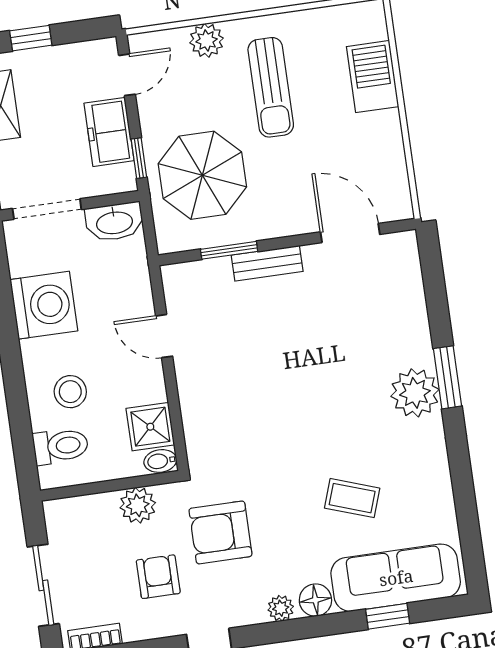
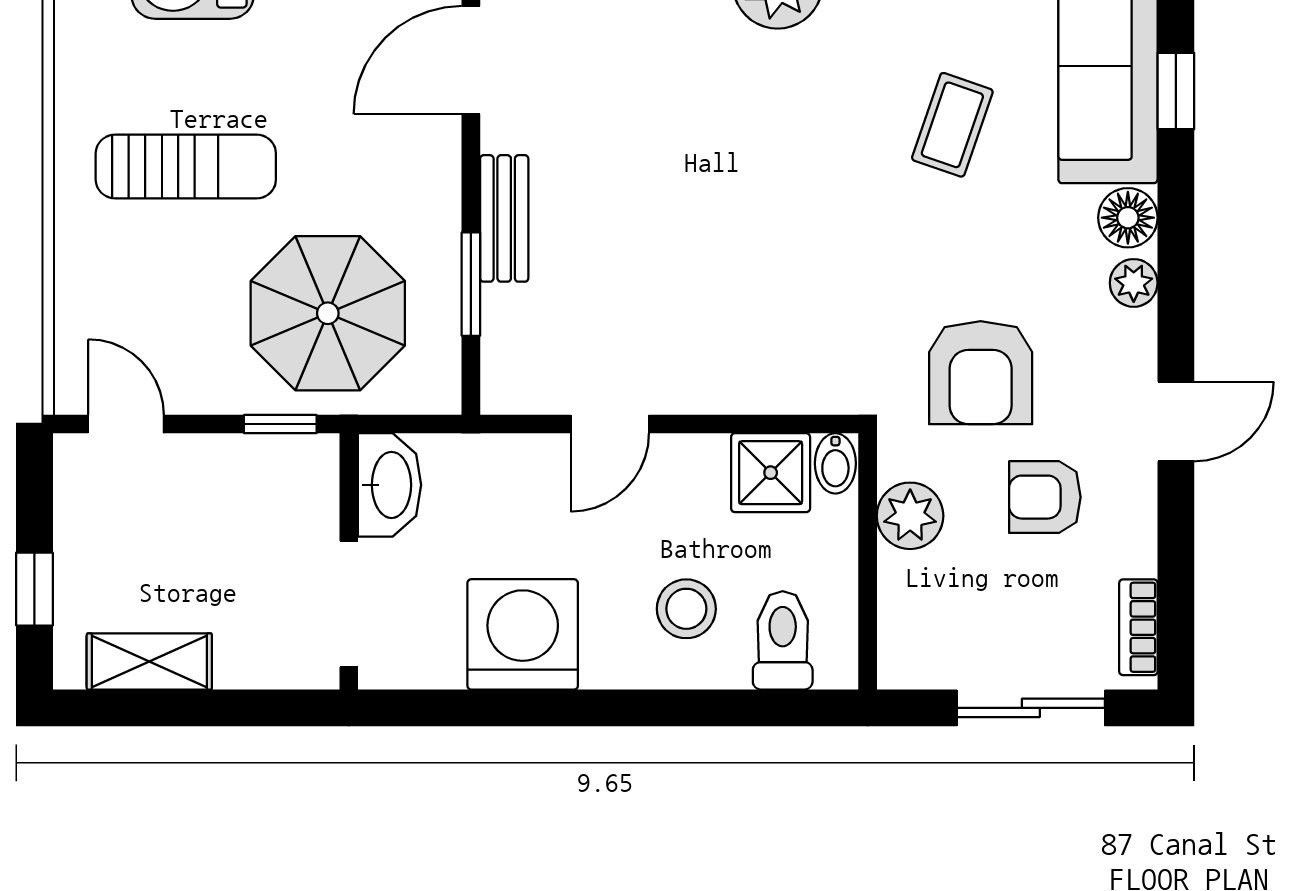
plant: (207, 40) -> (84, 271), removed
freezer: (109, 132) -> (225, 471), removed

